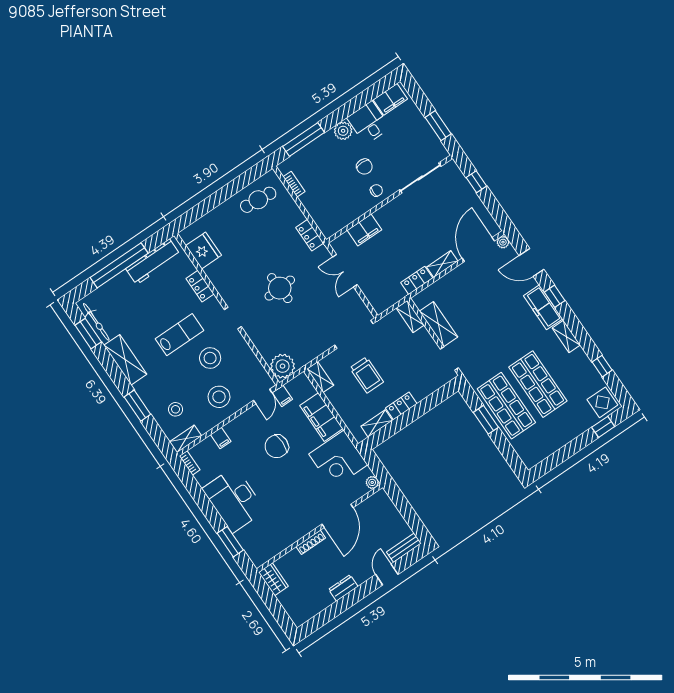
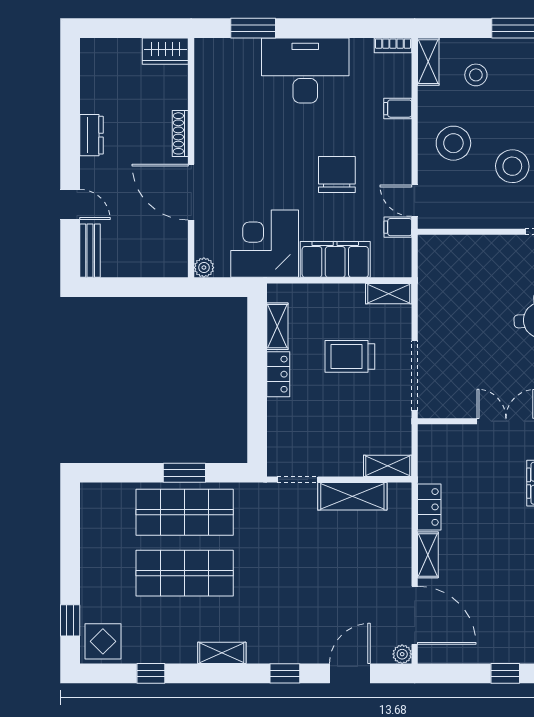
freezer: (543, 307) -> (281, 648), removed
plant: (283, 366) -> (437, 254), removed

